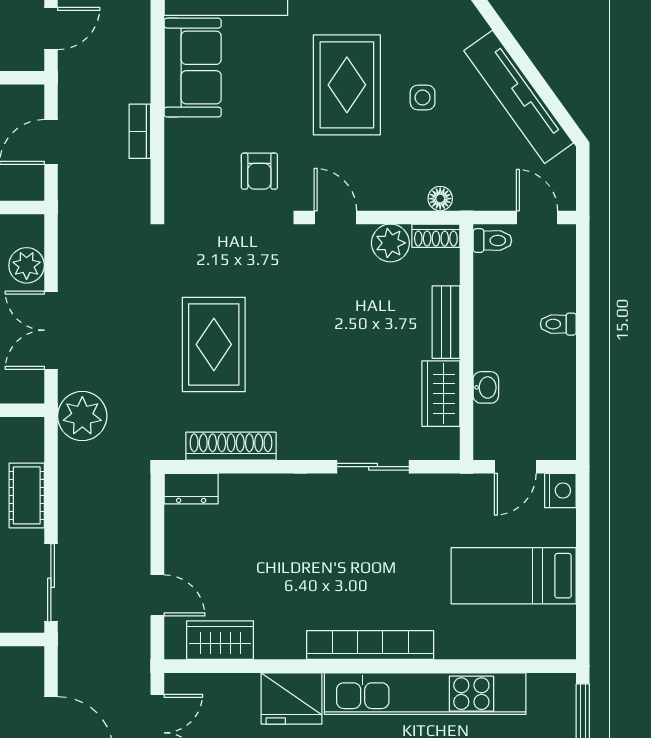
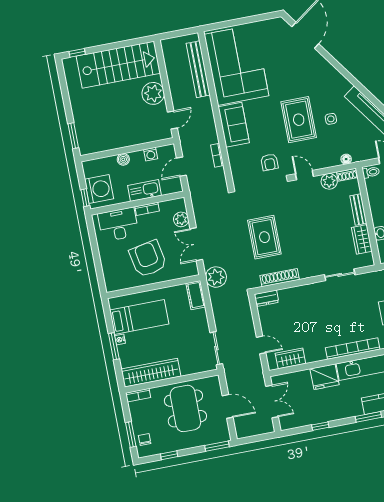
cot: (27, 495) -> (196, 295), moved

